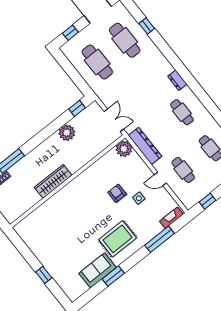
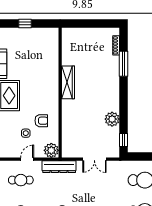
plant: (124, 149) -> (51, 150), moved
wardrobe: (53, 181) -> (68, 82), moved
wall: (67, 181) -> (60, 93), moved

